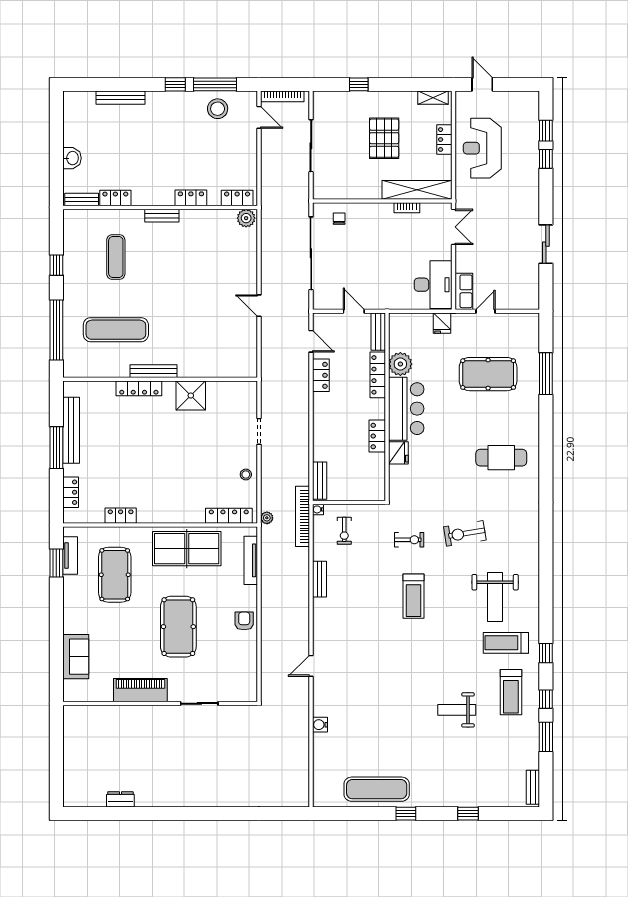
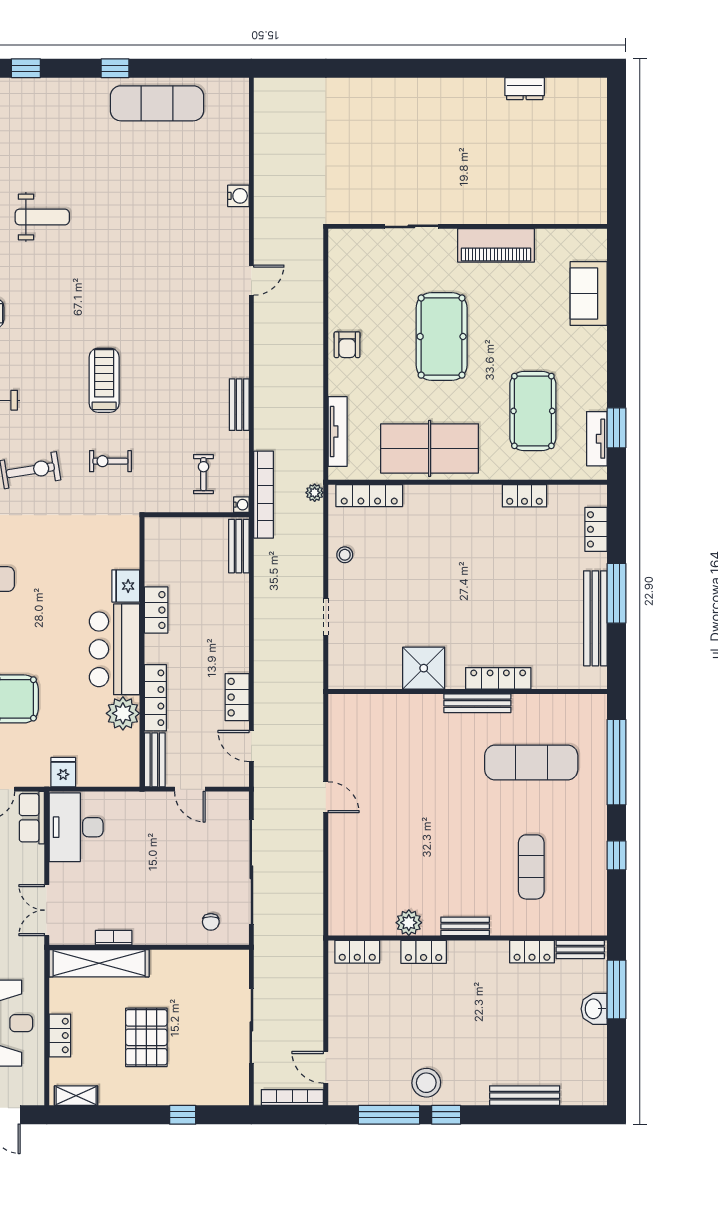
stool: (218, 109) -> (426, 1083), moved
window: (56, 172) -> (616, 989), added
plant: (246, 218) -> (409, 923), moved

